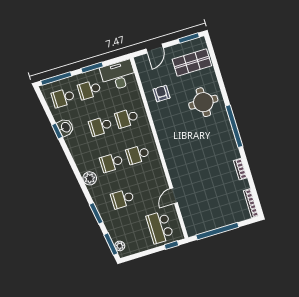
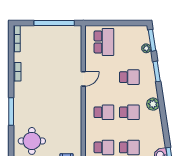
window: (234, 126) -> (11, 112), width x0.68
door: (174, 196) -> (83, 79), moved
window: (171, 245) -> (99, 23), removed
plant: (120, 246) -> (146, 48), moved

